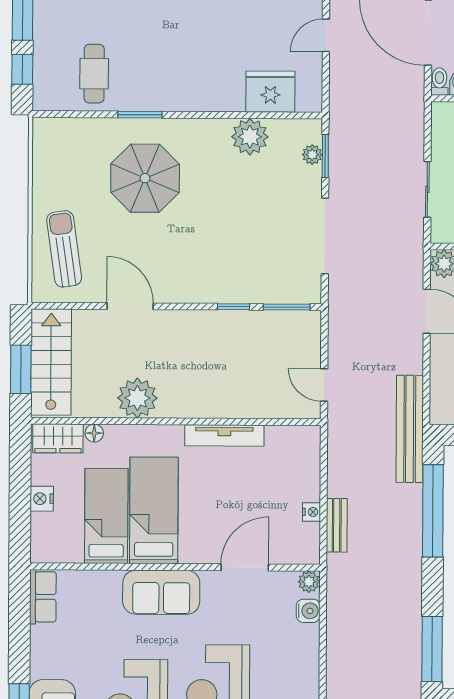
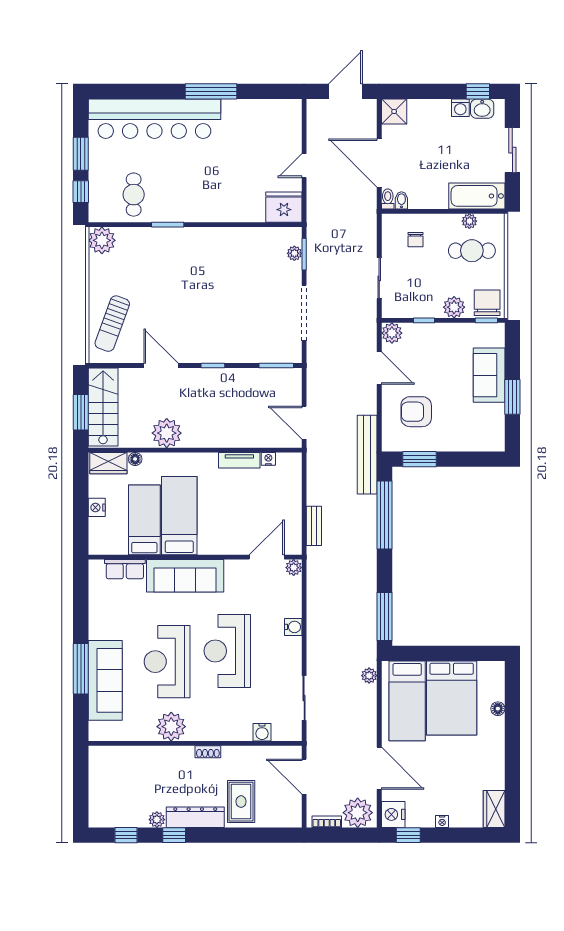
fridge: (270, 92) -> (284, 207), moved
plant: (250, 137) -> (102, 240), moved
parasol: (145, 178) -> (172, 271), removed
sun lounger: (64, 249) -> (112, 324), turned -152
window: (234, 307) -> (213, 365), moved
door: (324, 385) -> (304, 423), width x1.37
tv unit: (224, 435) -> (239, 460), width x0.71
nightstand: (312, 512) -> (268, 459), moved, turned -90
door: (245, 567) -> (267, 557), moved
sofa: (161, 592) -> (185, 576), width x1.36
row of seats: (43, 597) -> (125, 569), moved, turned 90
water cooler: (308, 611) -> (293, 627), moved

